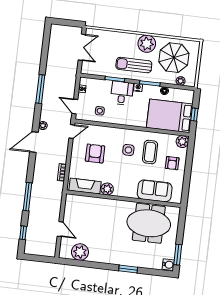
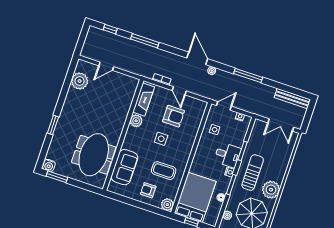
bench: (54, 41) -> (292, 98), added
door: (72, 131) -> (179, 91), moved
side table: (128, 150) -> (161, 139), moved

